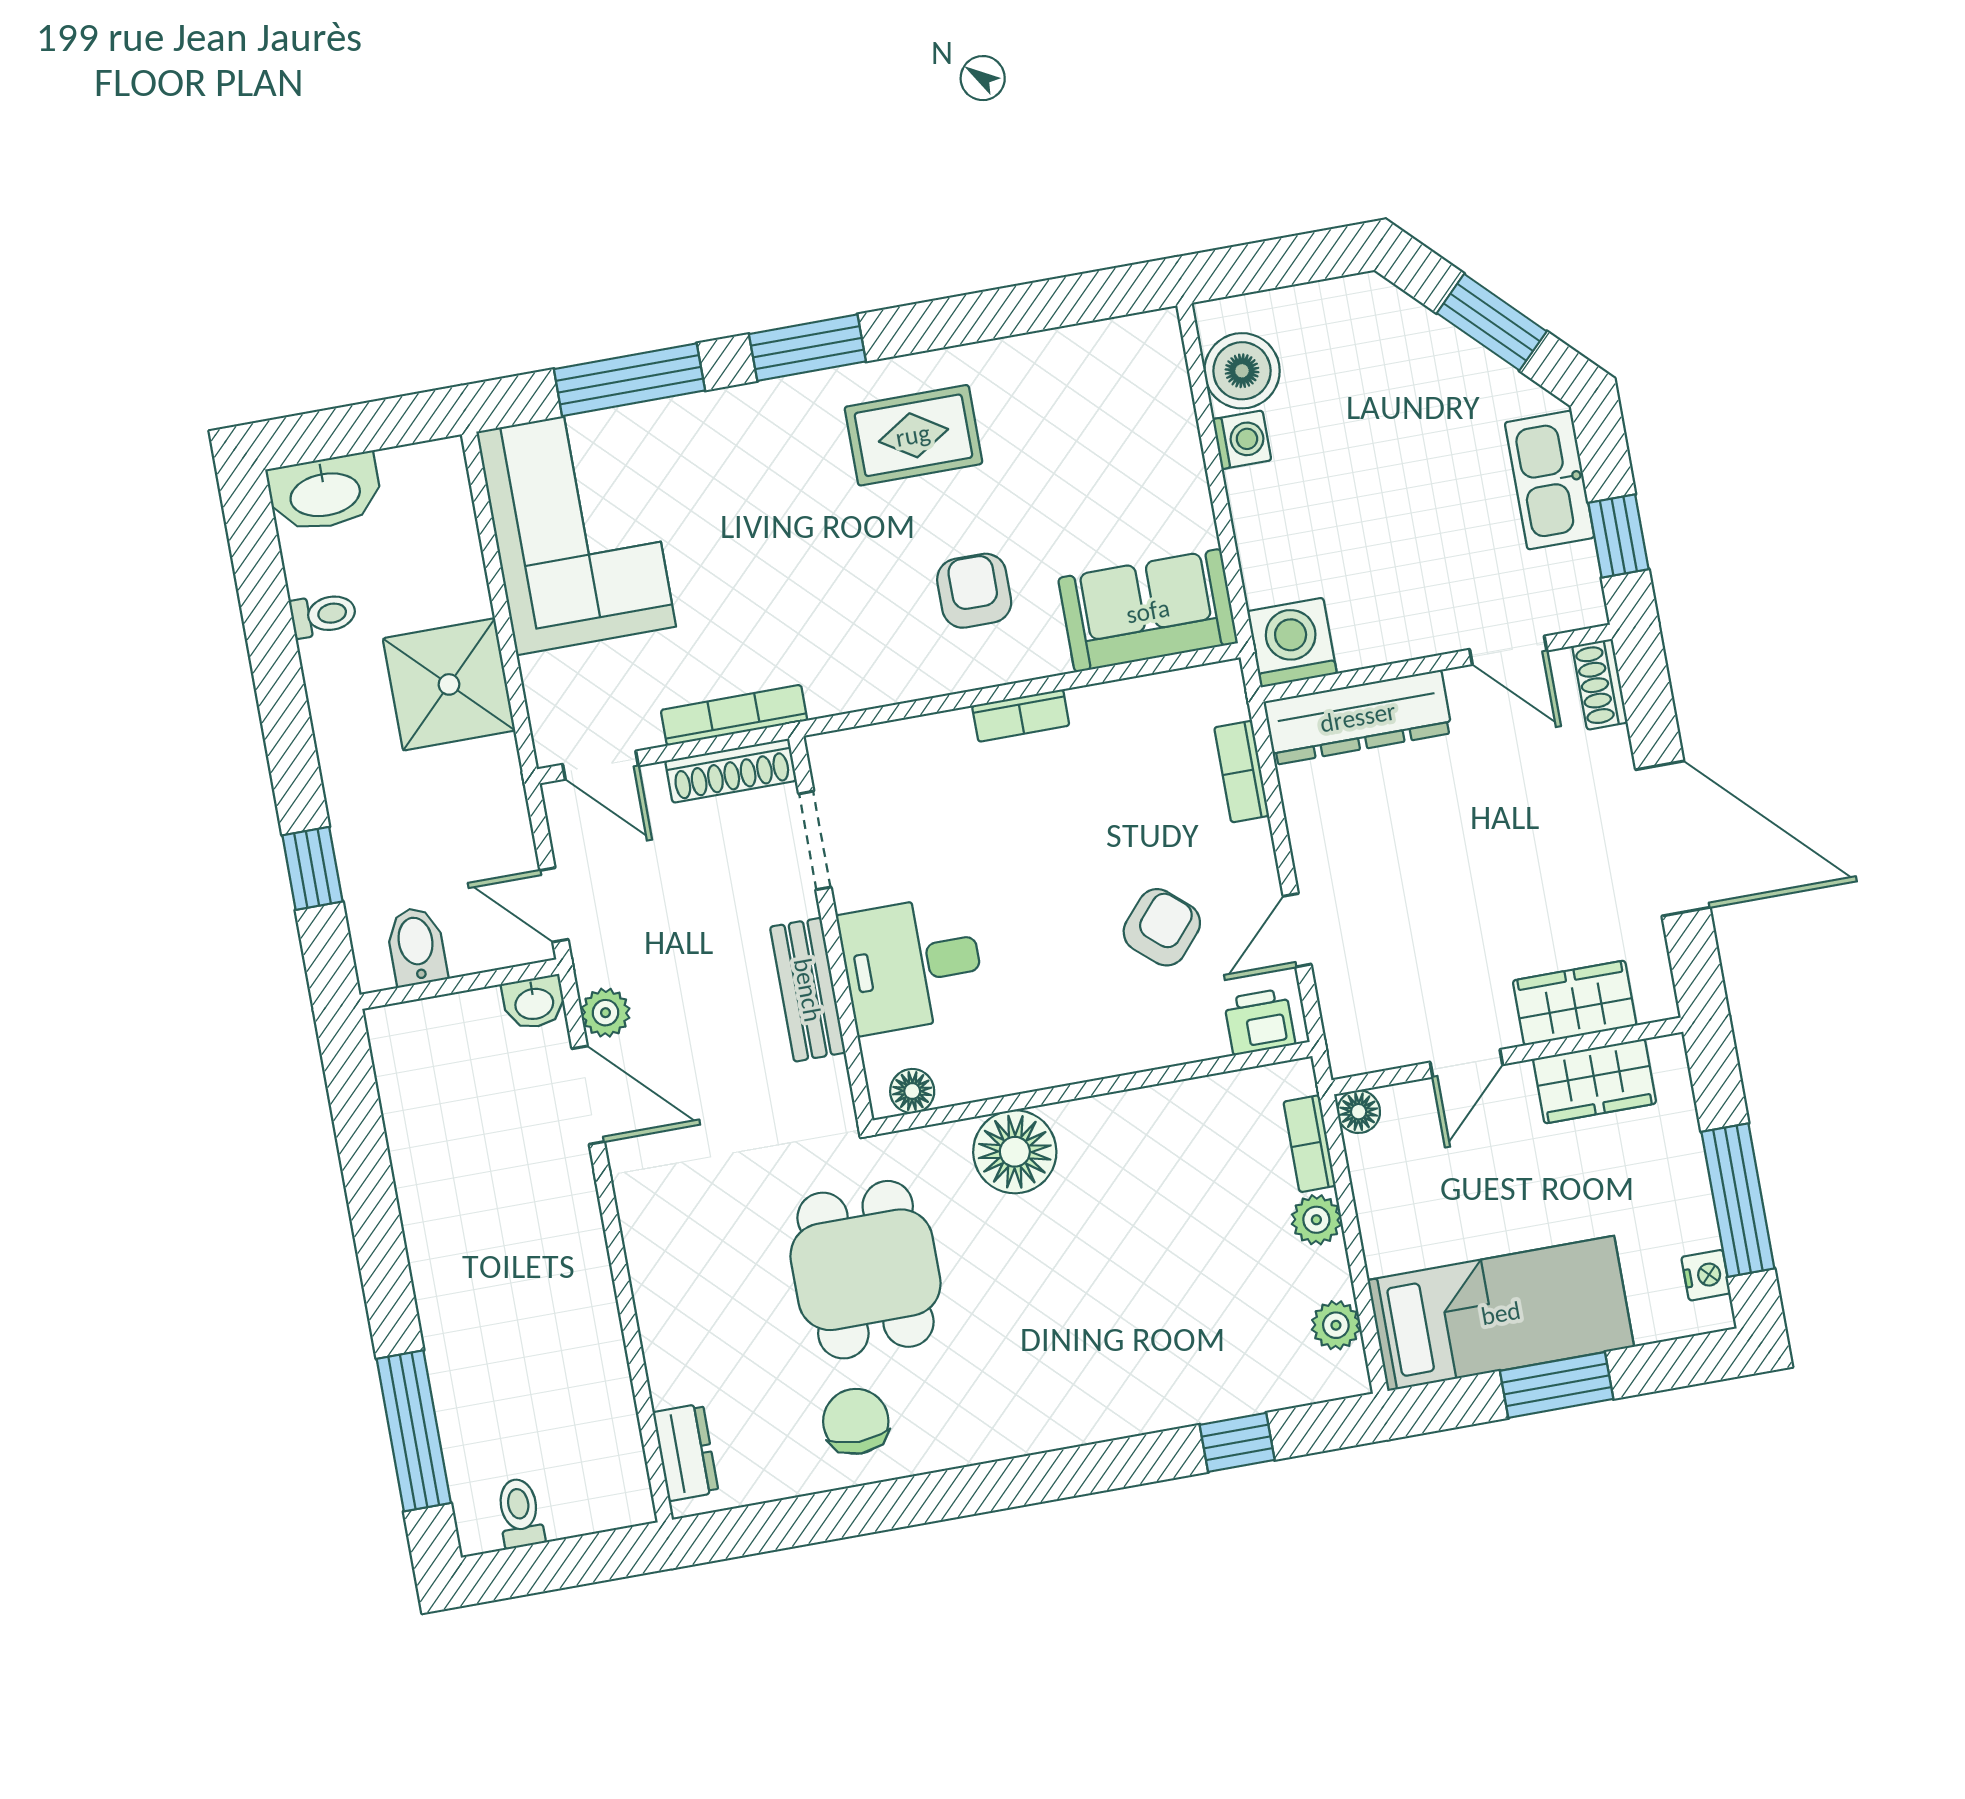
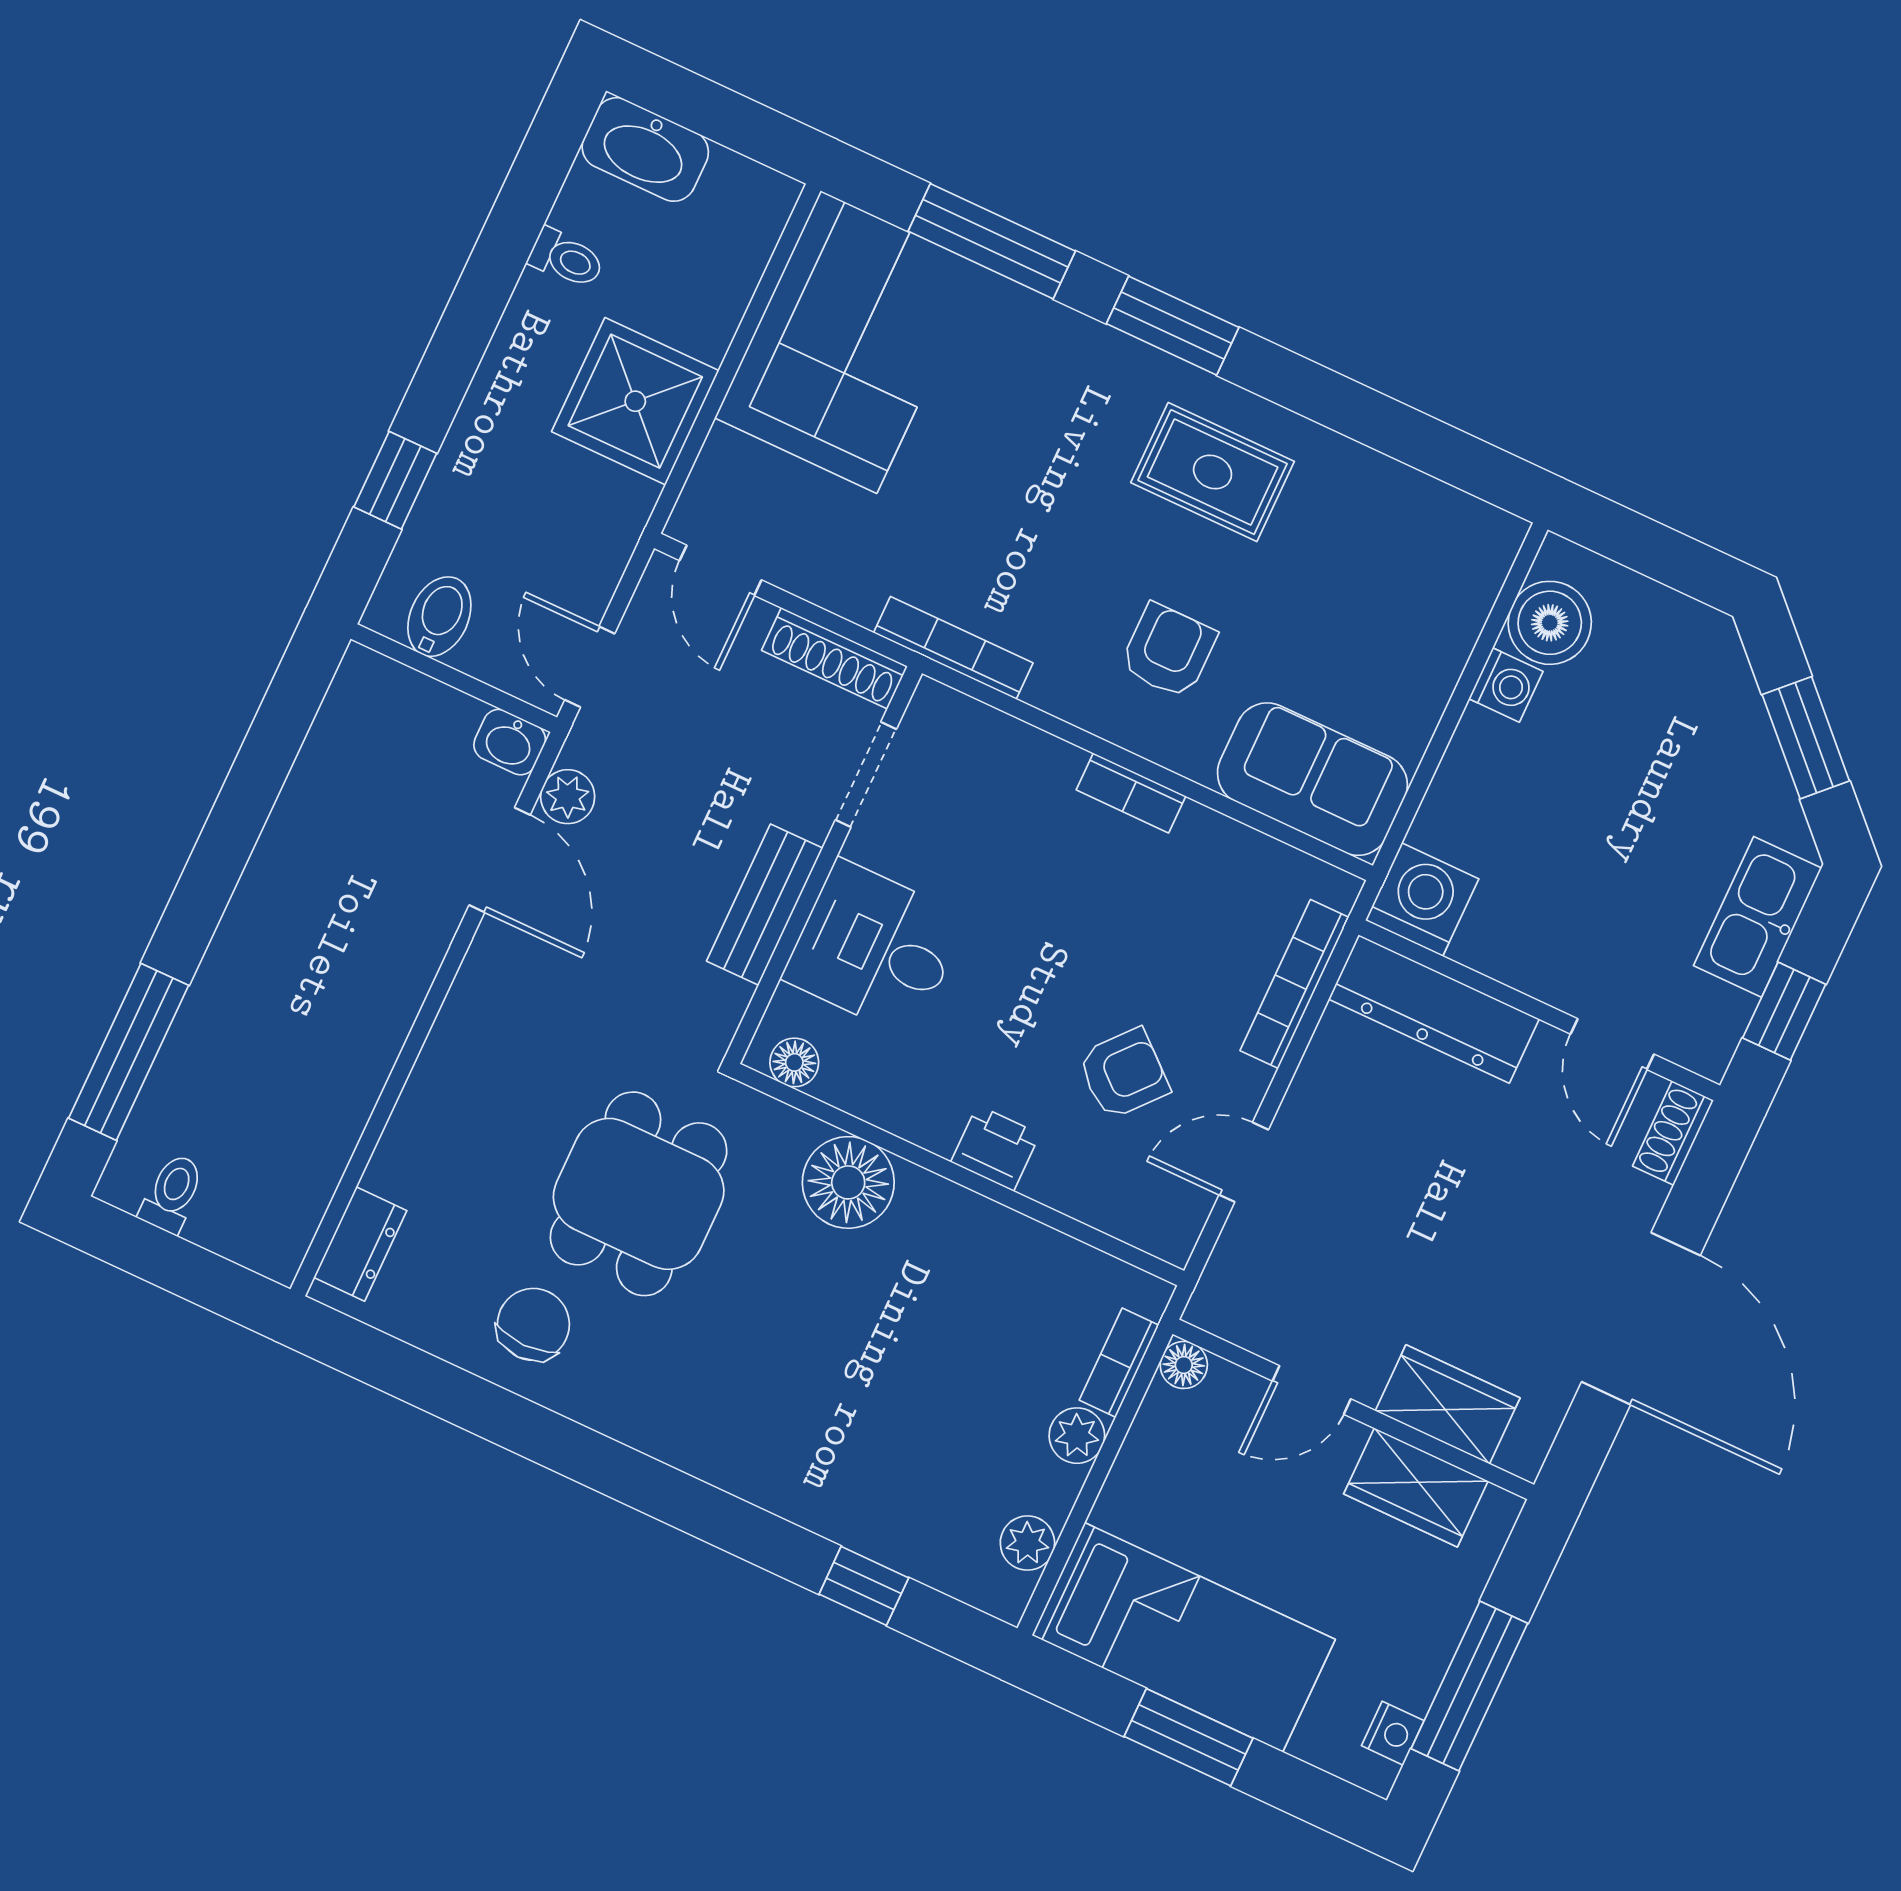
bookcase: (734, 715) -> (953, 648), moved
bookcase: (1242, 772) -> (1295, 984), width x1.56
printer: (1259, 1022) -> (995, 1148), moved

